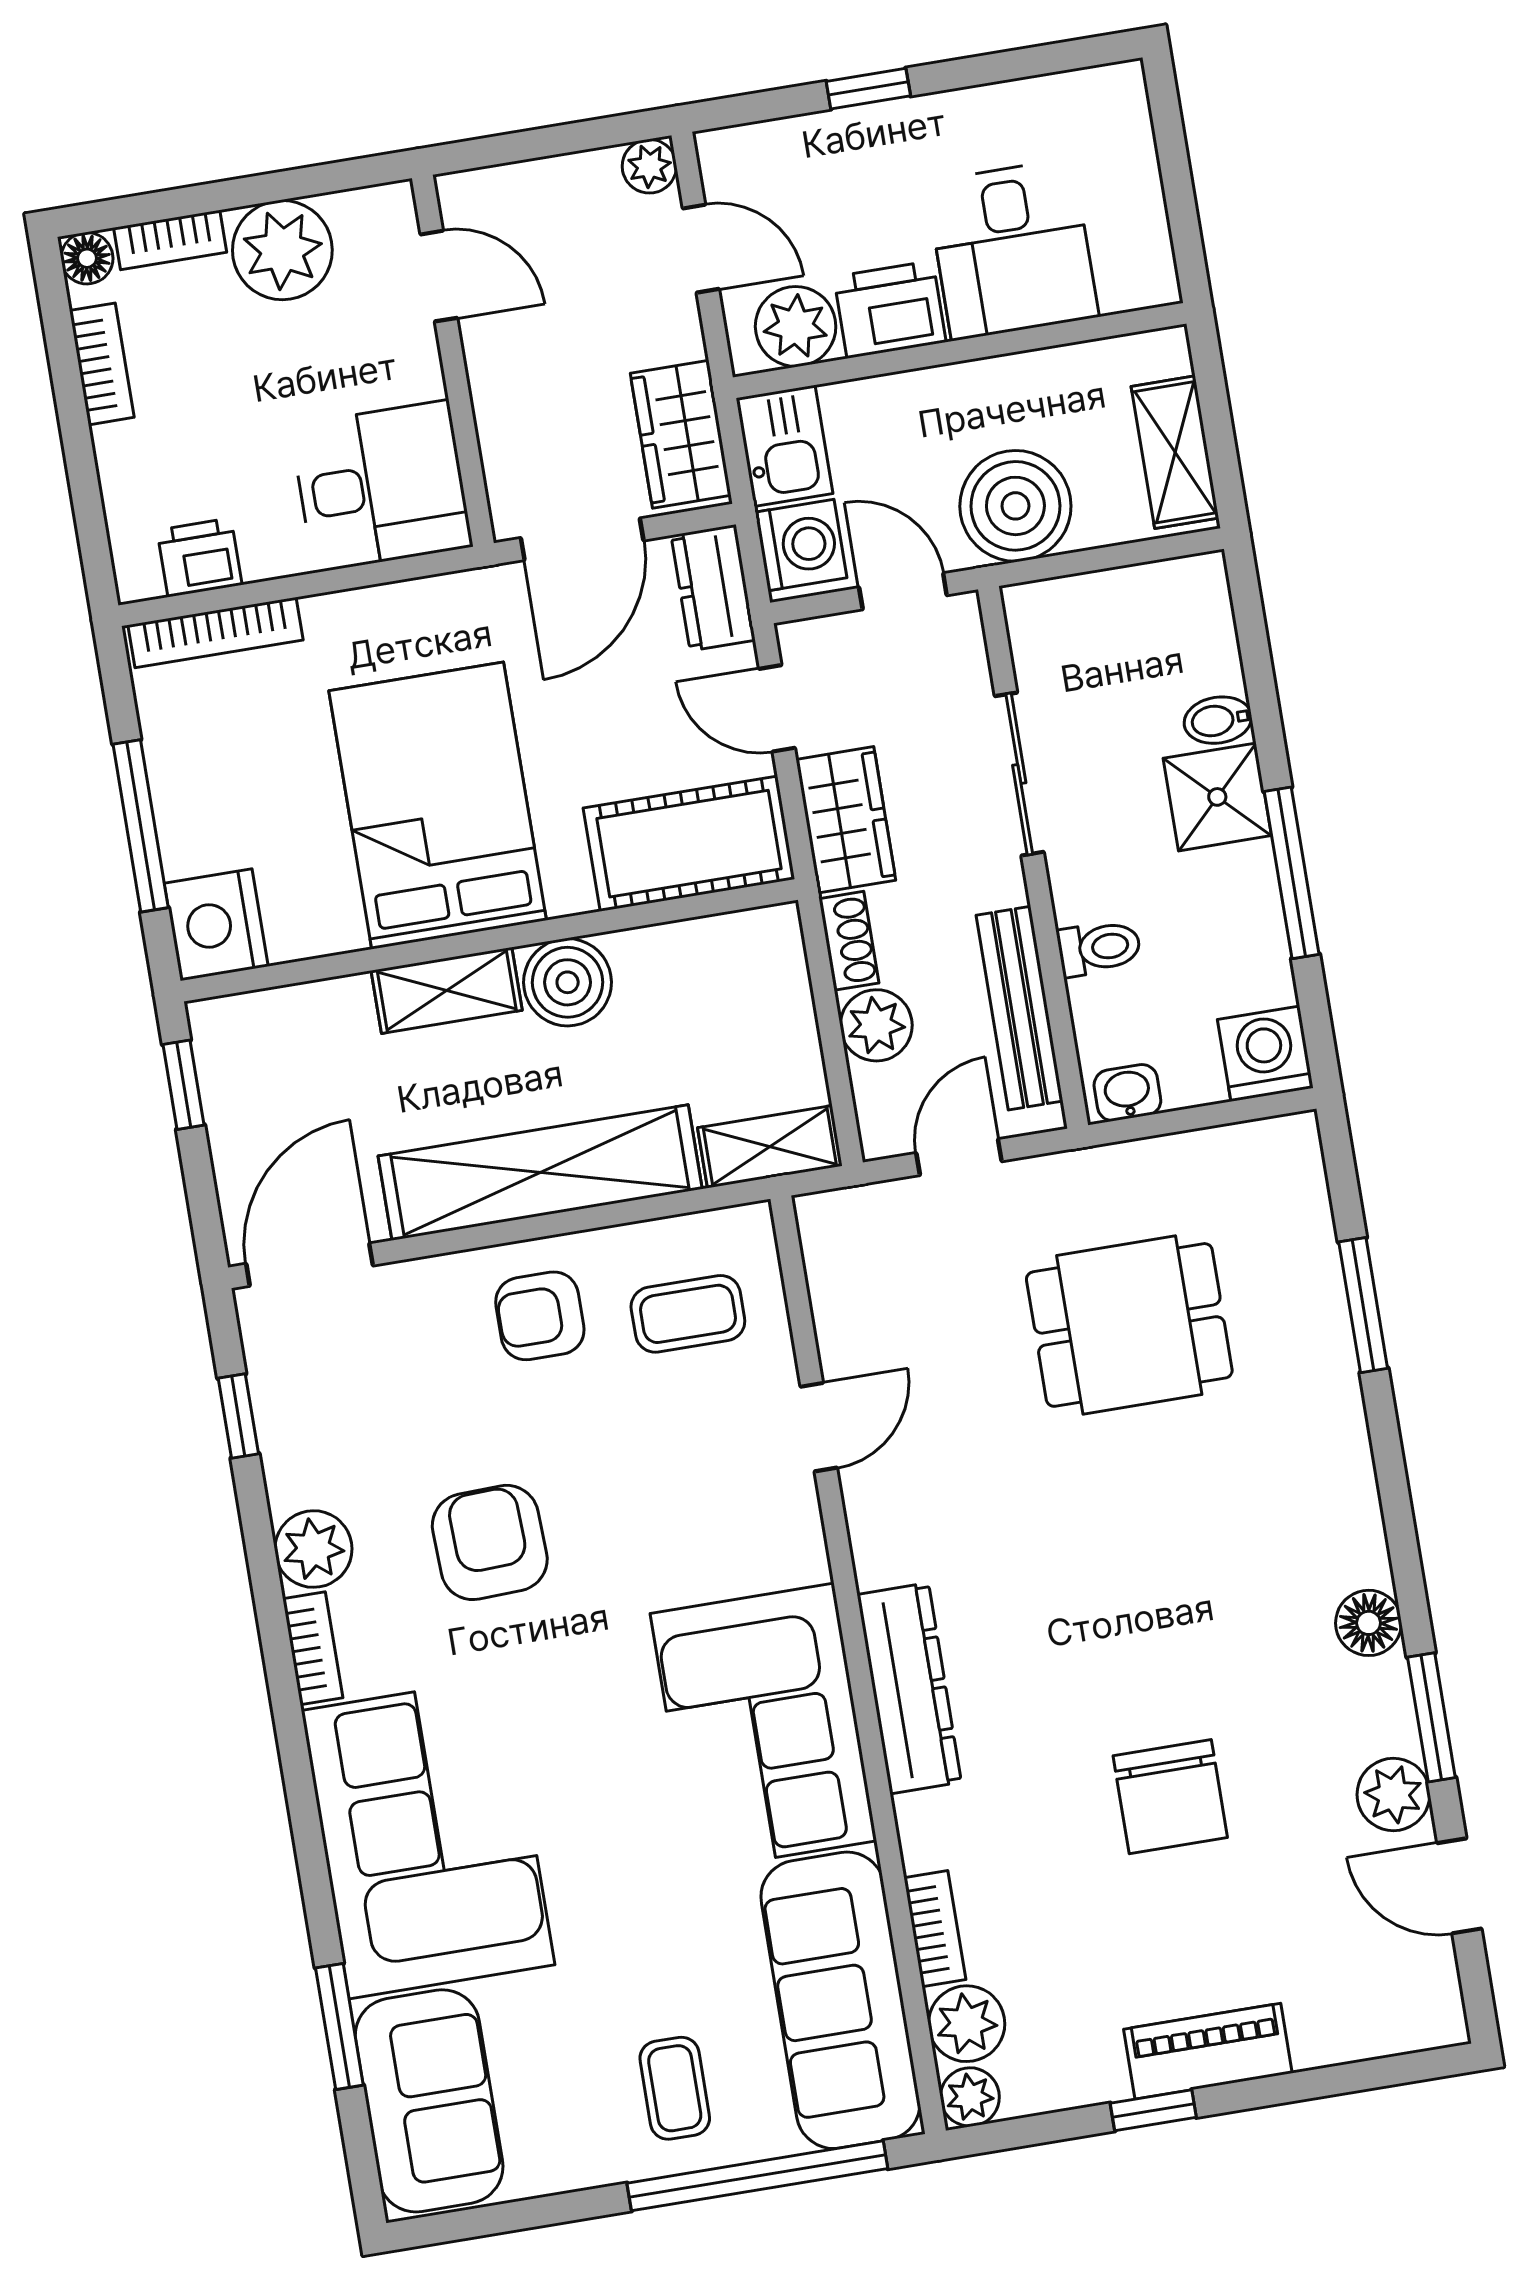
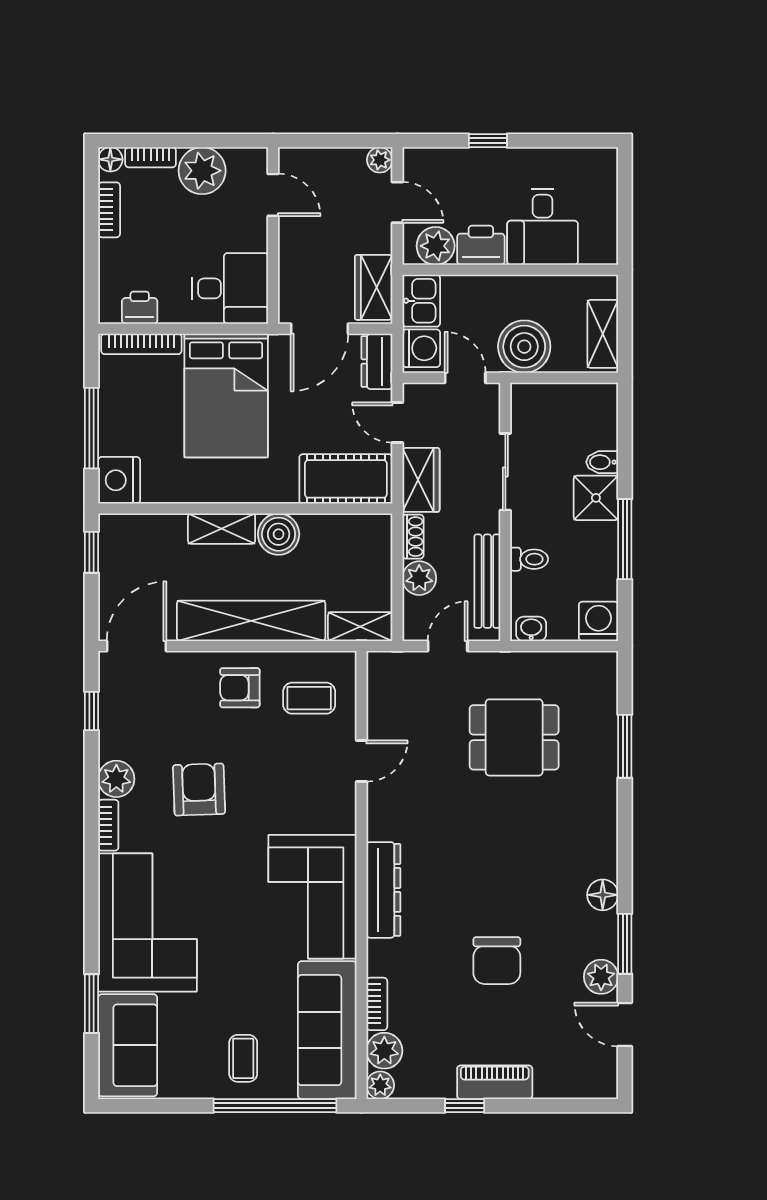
bed: (438, 806) -> (226, 396), moved, turned 180

